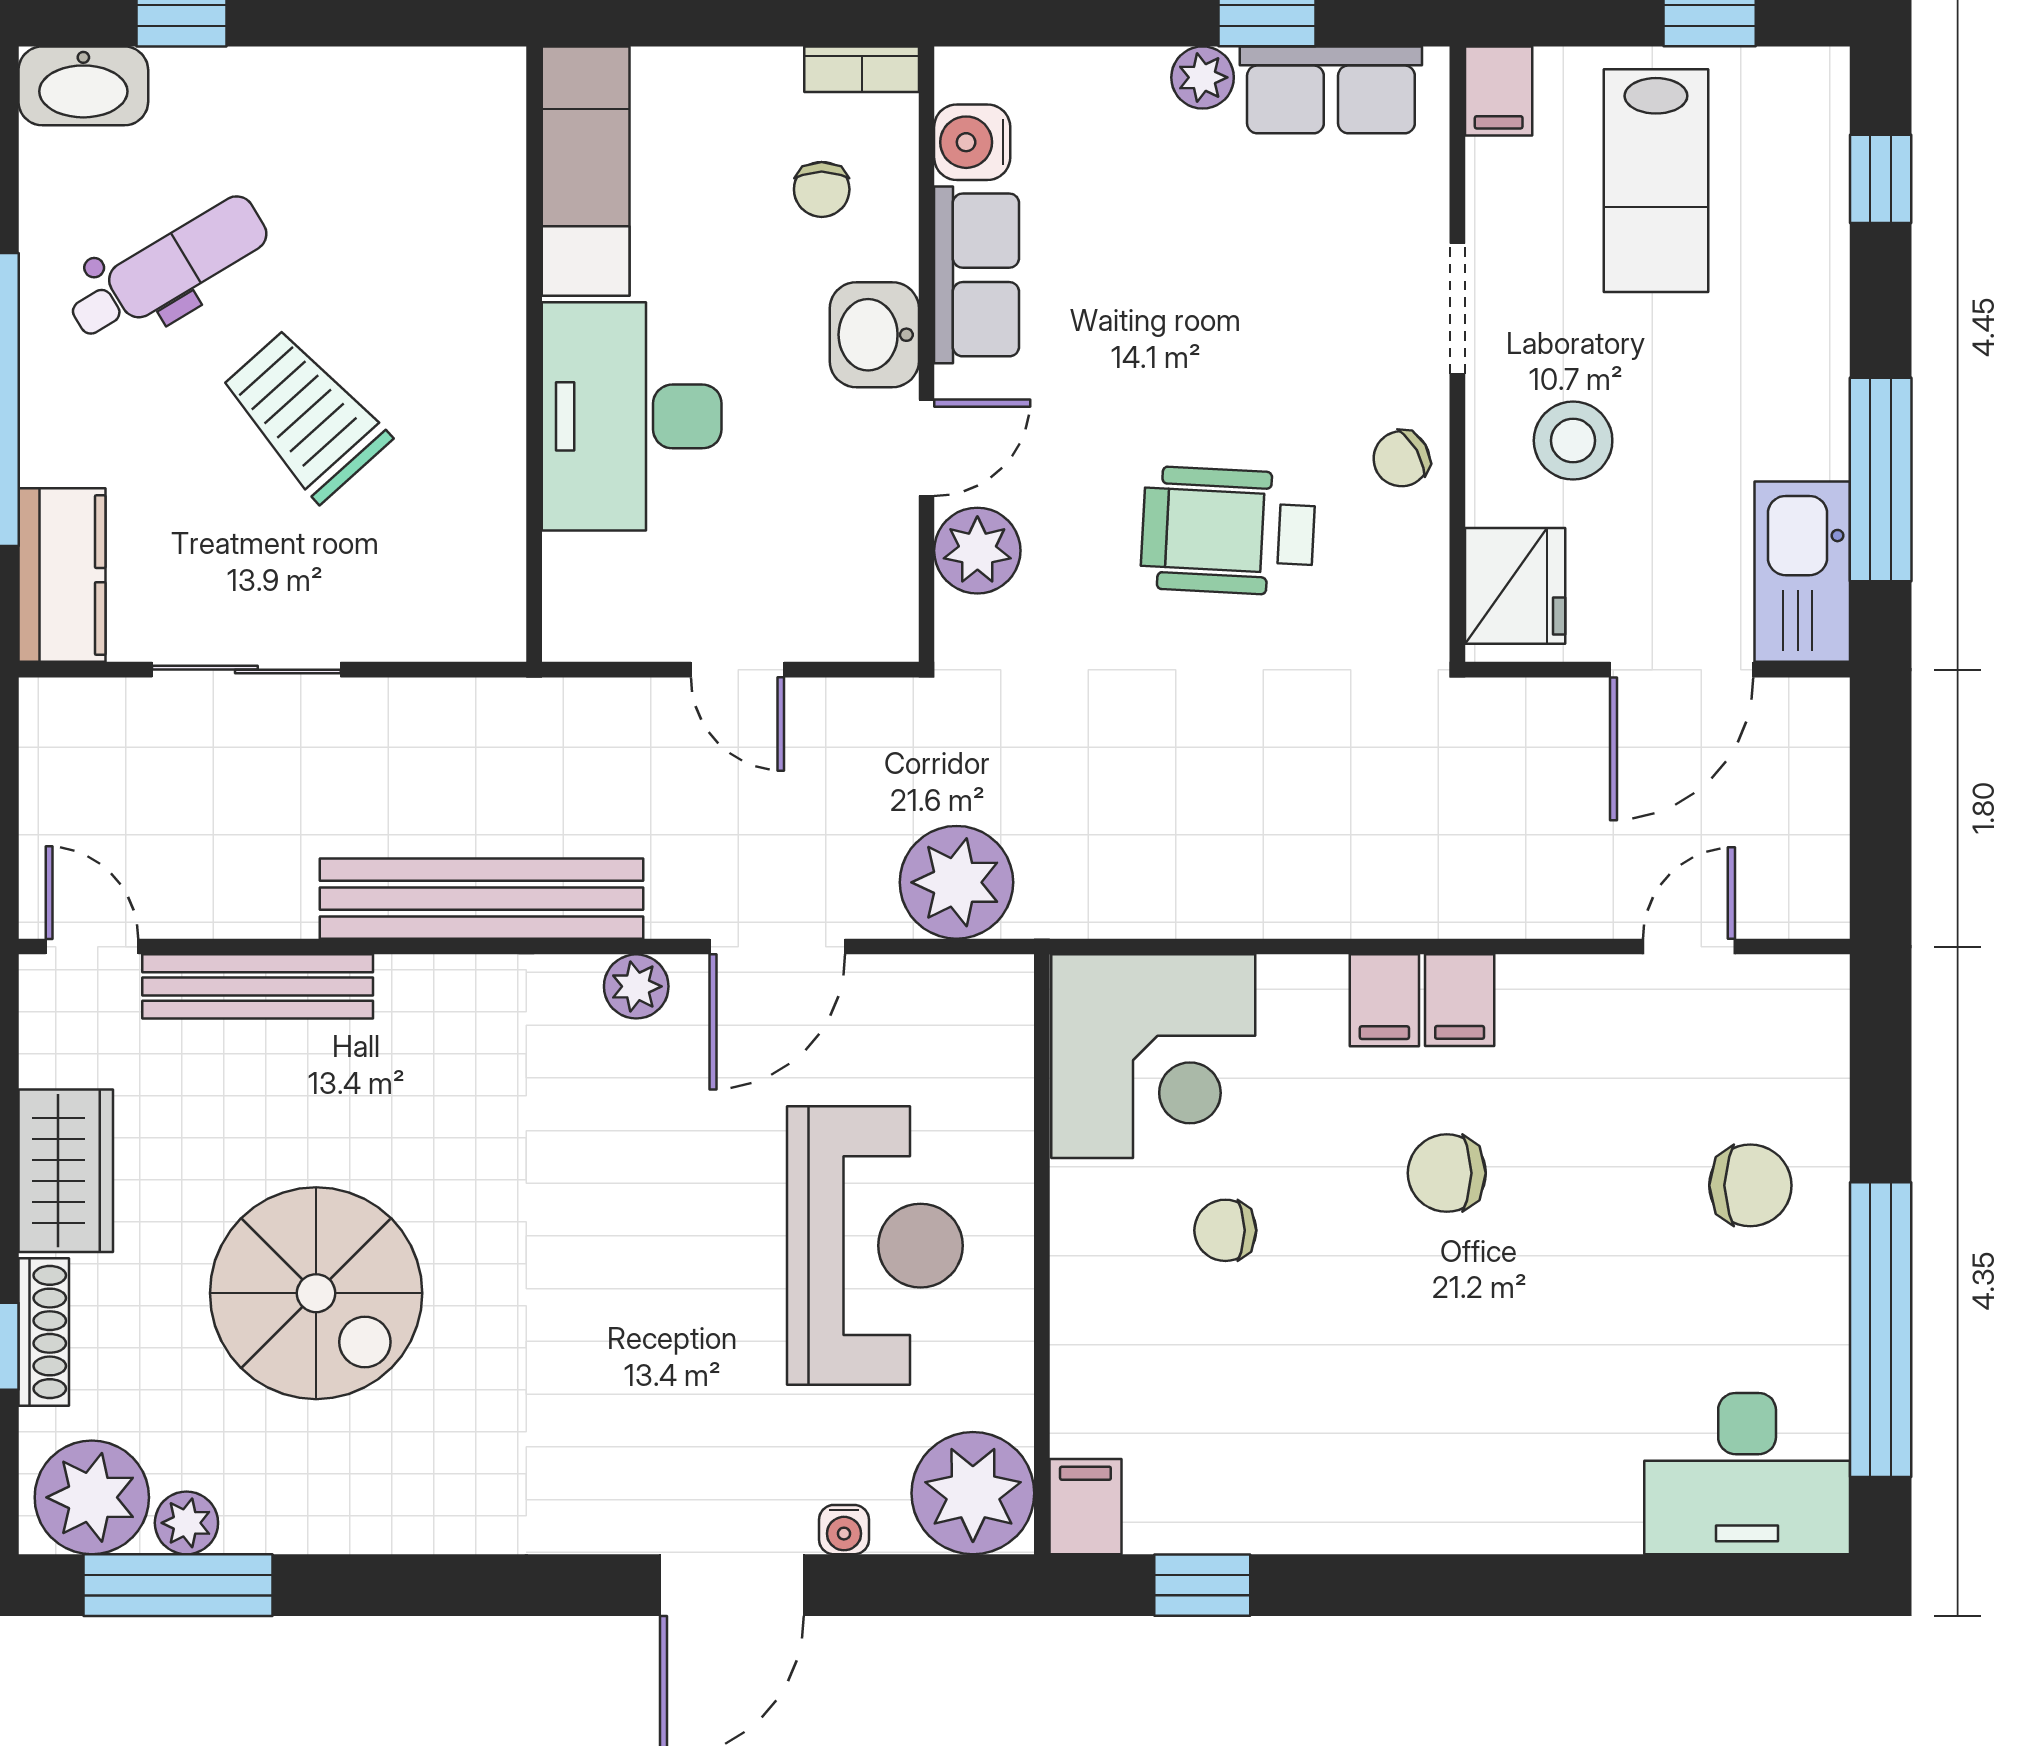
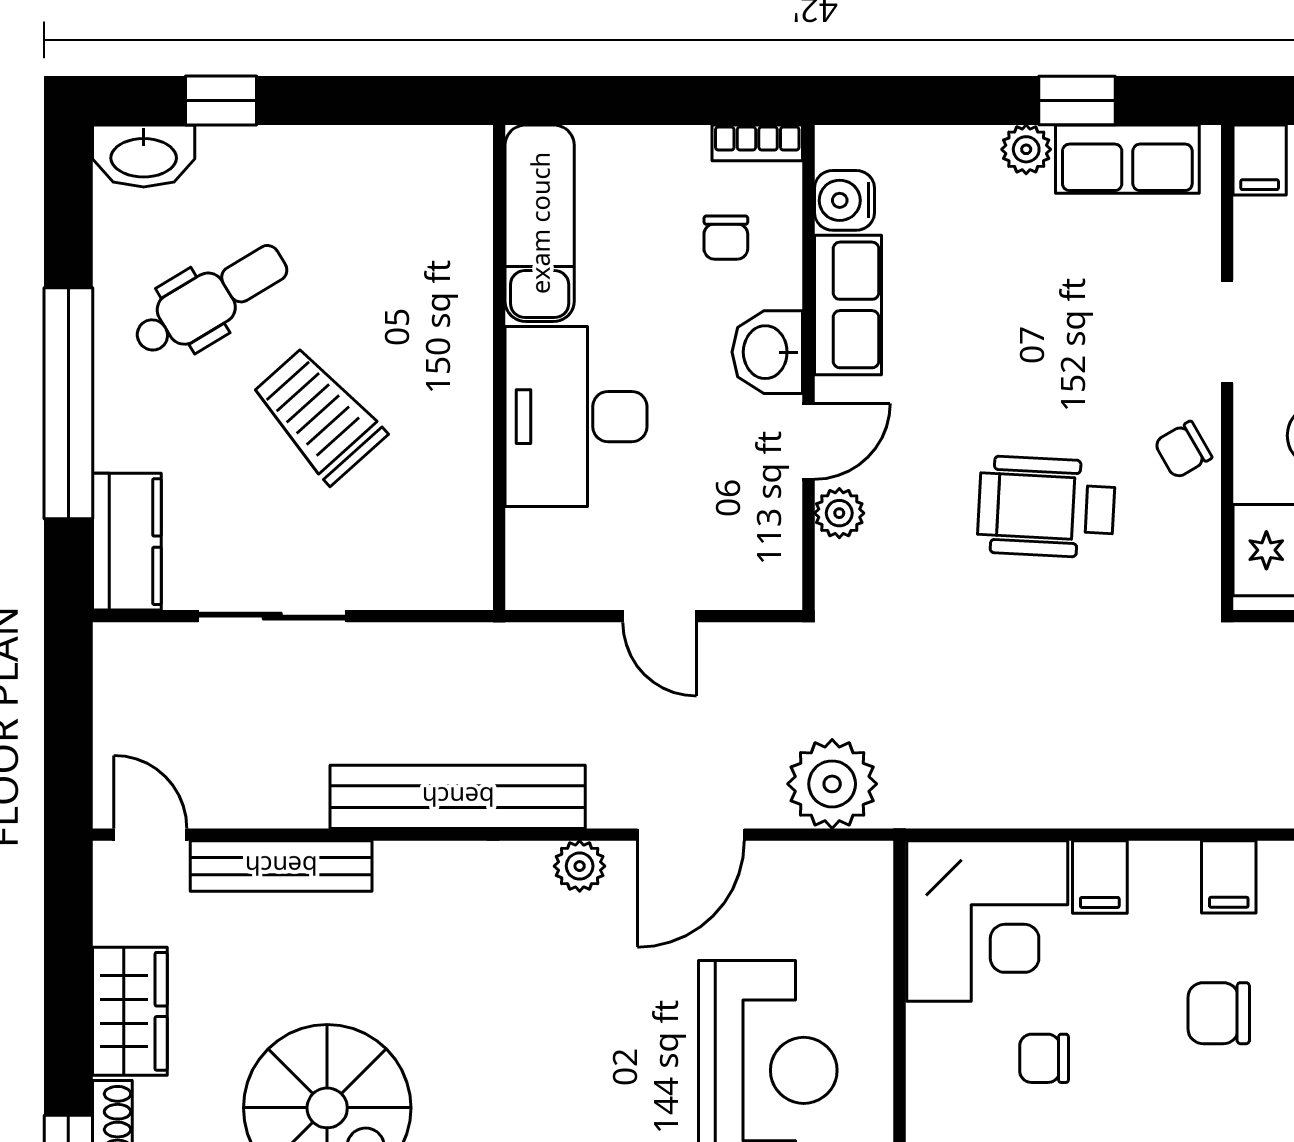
plant: (977, 551) -> (839, 513), width x0.73, depth x0.73
filing cabinet: (1384, 1000) -> (1100, 877), moved

